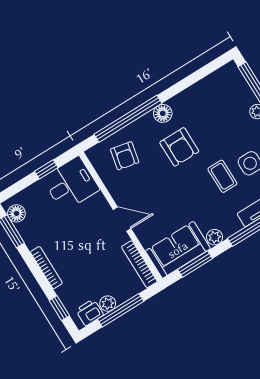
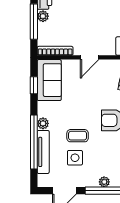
plant: (215, 237) -> (43, 123), moved
window: (195, 264) -> (34, 85), width x0.67

